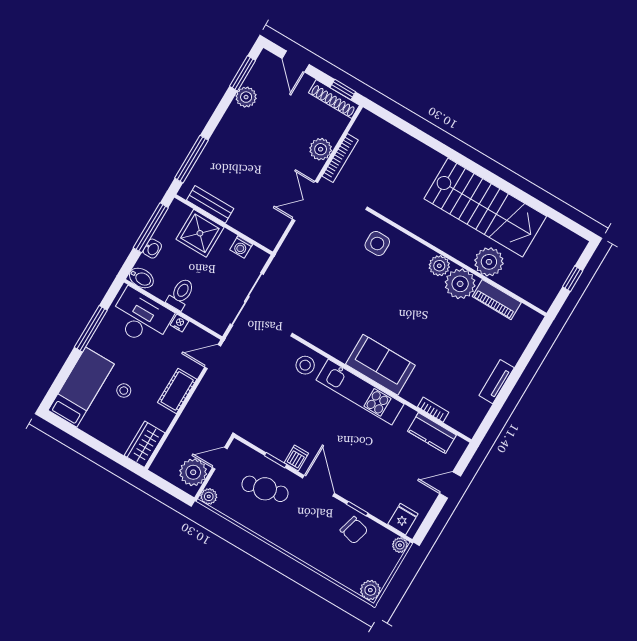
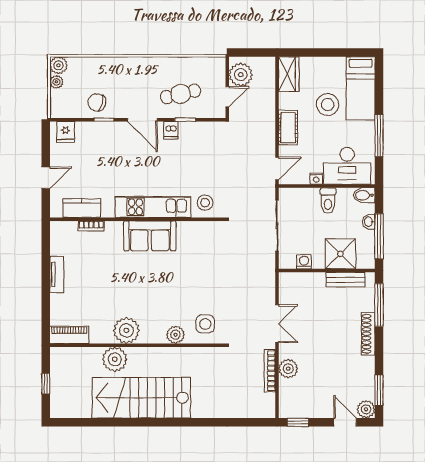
plant: (246, 97) -> (366, 409), moved
shoe rack: (334, 99) -> (368, 334), moved, turned -90
plant: (439, 266) -> (175, 335), moved
piano: (497, 300) -> (69, 335), moved
stool: (124, 391) -> (328, 105), width x1.89, depth x1.89
plant: (209, 496) -> (219, 64), removed
plant: (400, 545) -> (56, 82), moved

